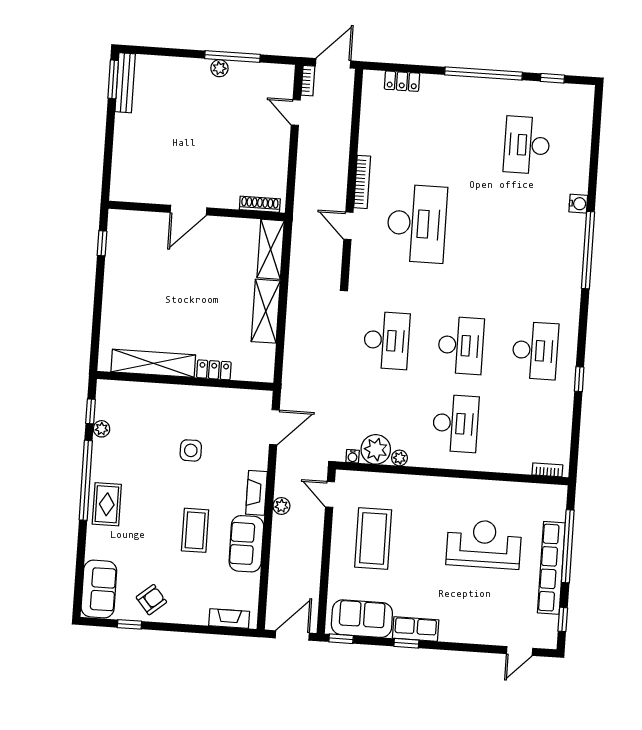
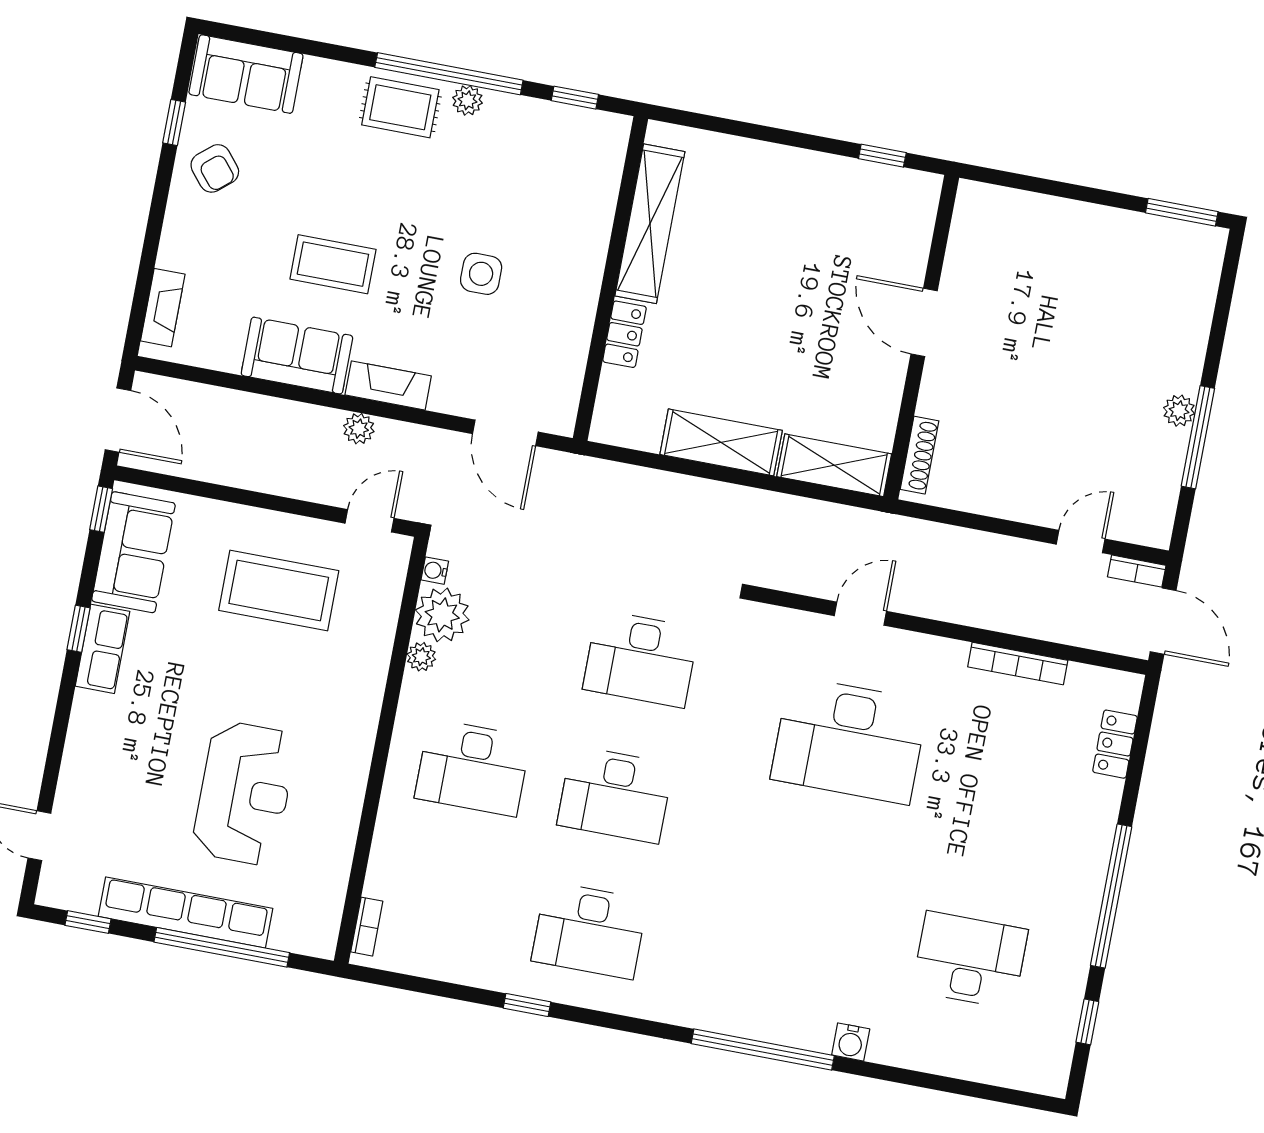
bench: (125, 83) -> (1173, 234), removed
bookcase: (362, 182) -> (1018, 664), moved
plant: (102, 429) -> (468, 100), moved

